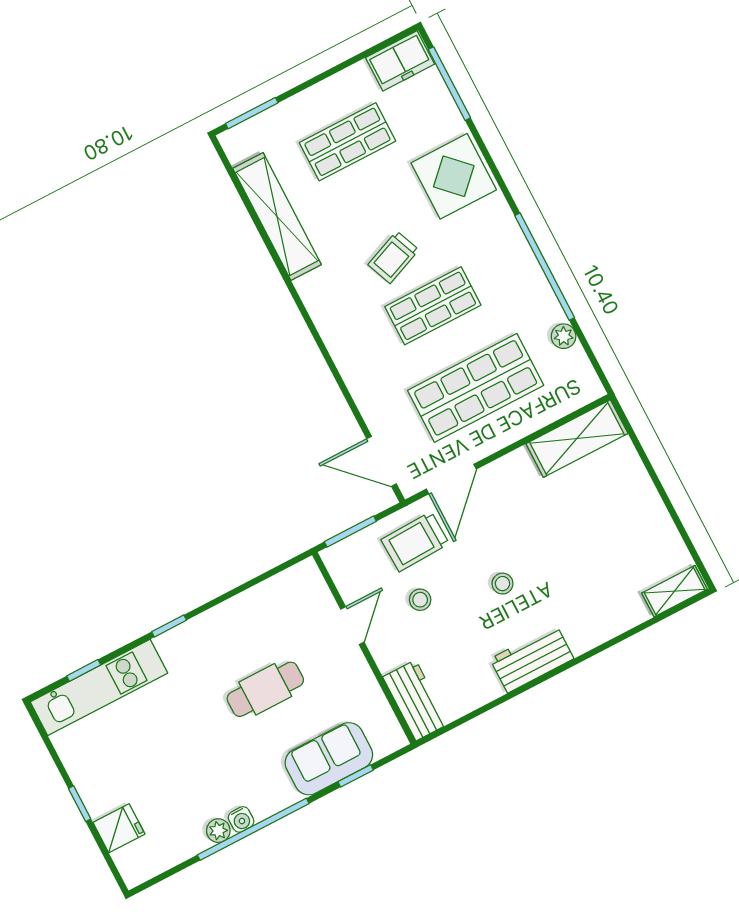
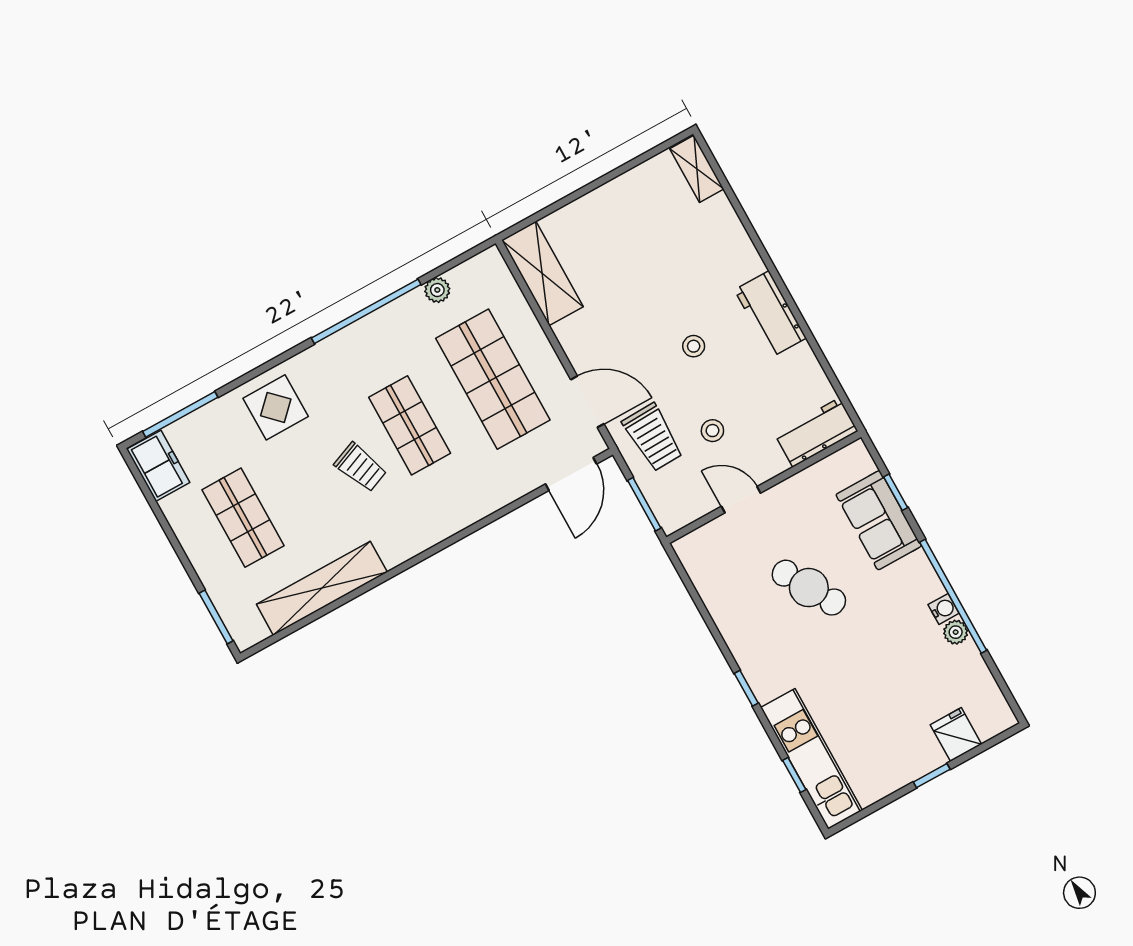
display table: (454, 176) -> (276, 407), width x0.73, depth x0.73
cafe table: (265, 689) -> (809, 588), turned -30

